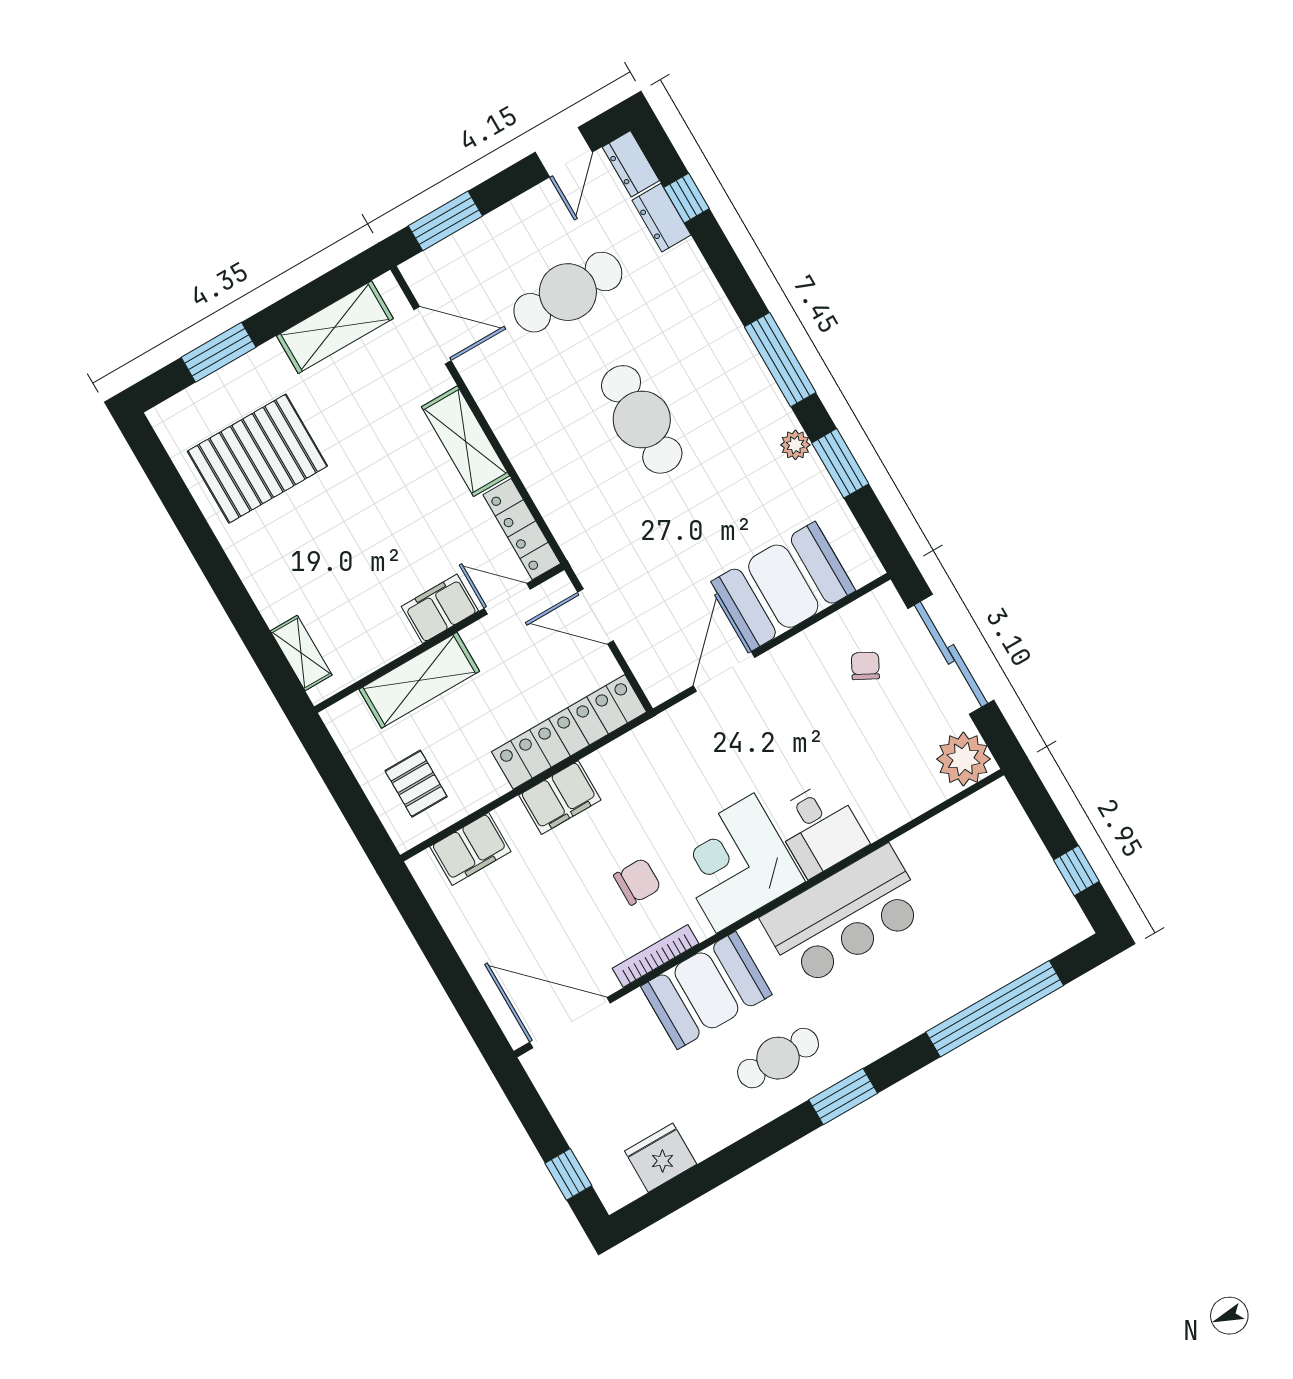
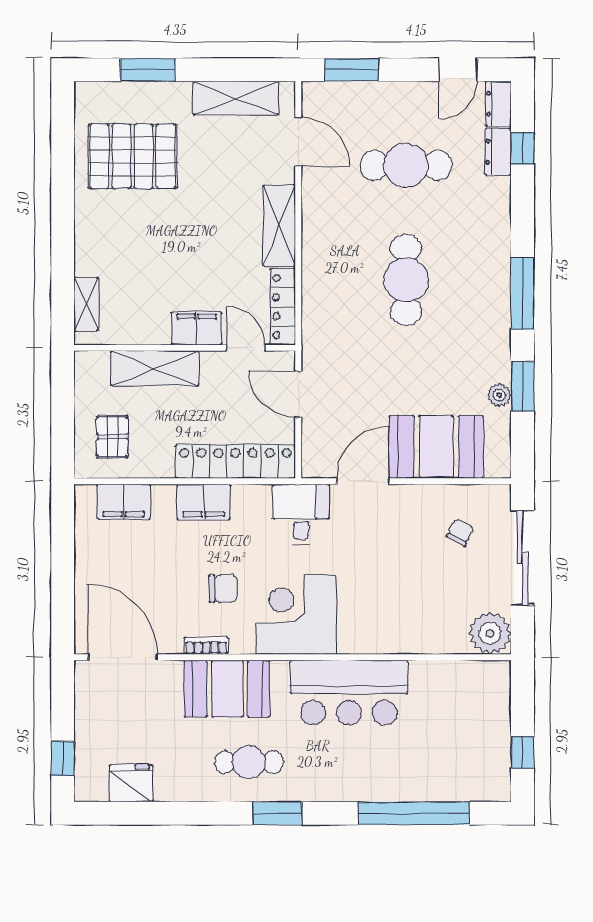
plant: (795, 445) -> (499, 395), moved
desk: (820, 829) -> (301, 514), moved, turned 180
bookcase: (656, 956) -> (206, 646), width x0.64

